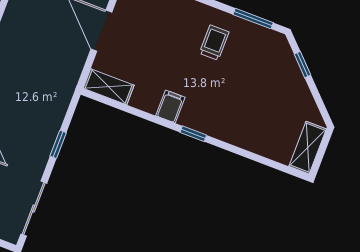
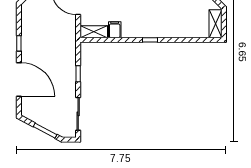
filing cabinet: (170, 106) -> (115, 30), moved

